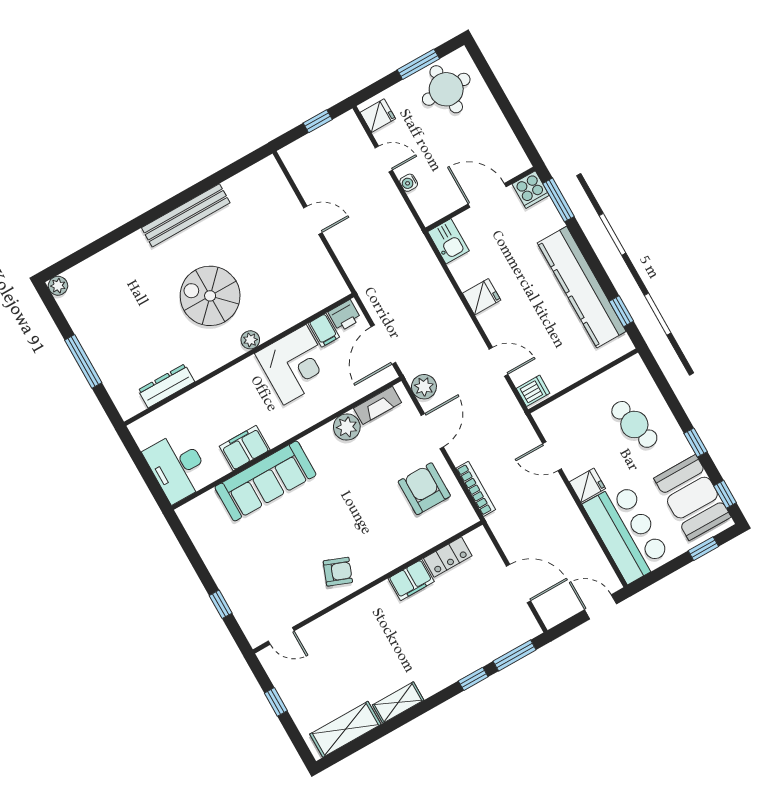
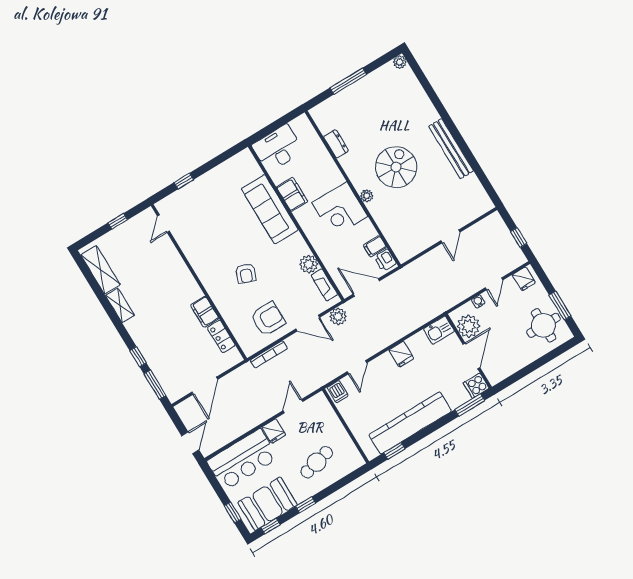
plant: (444, 198) -> (469, 326), added
corner desk: (295, 365) -> (340, 210), moved
dresser: (166, 386) -> (336, 144), width x0.70
armchair: (338, 572) -> (246, 273), moved

